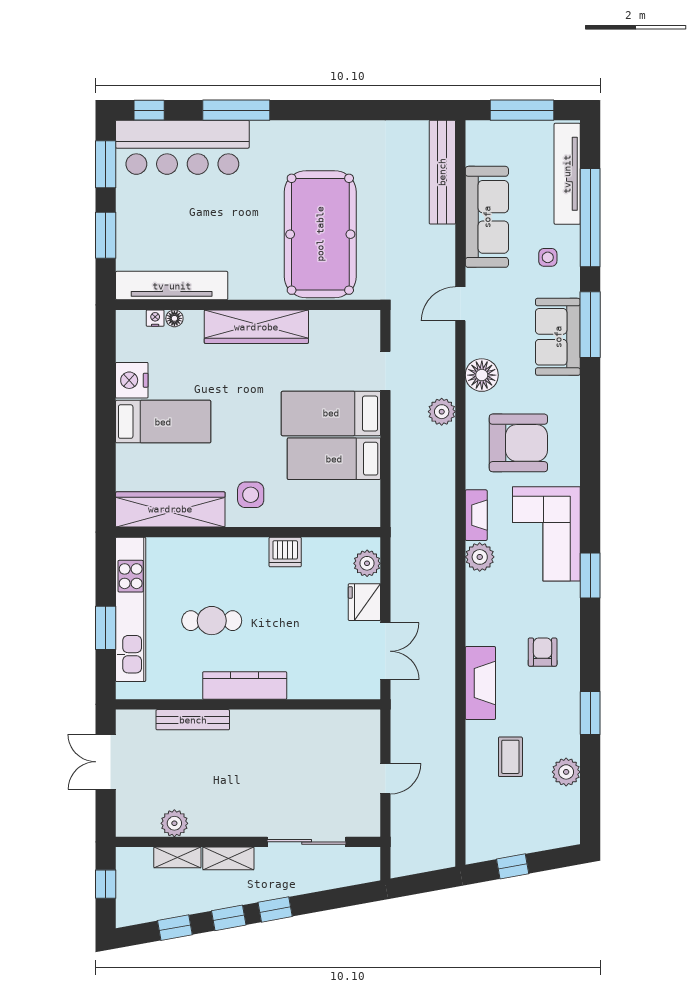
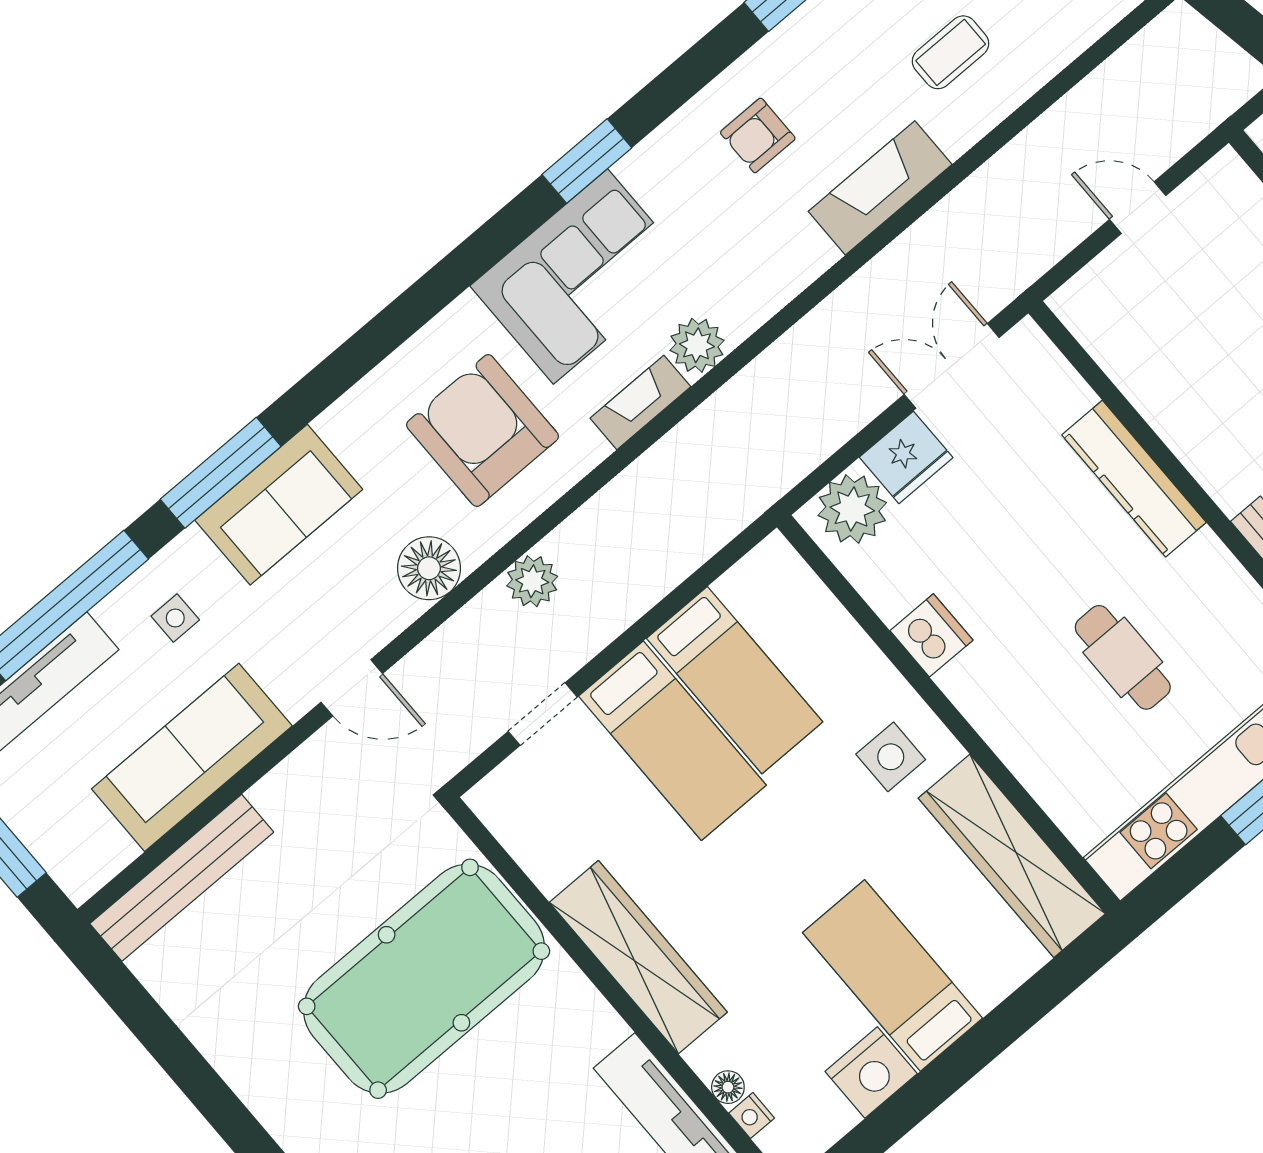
plant: (367, 563) -> (852, 509), width x1.36, depth x1.36
kitchen counter: (245, 685) -> (1134, 479), moved

